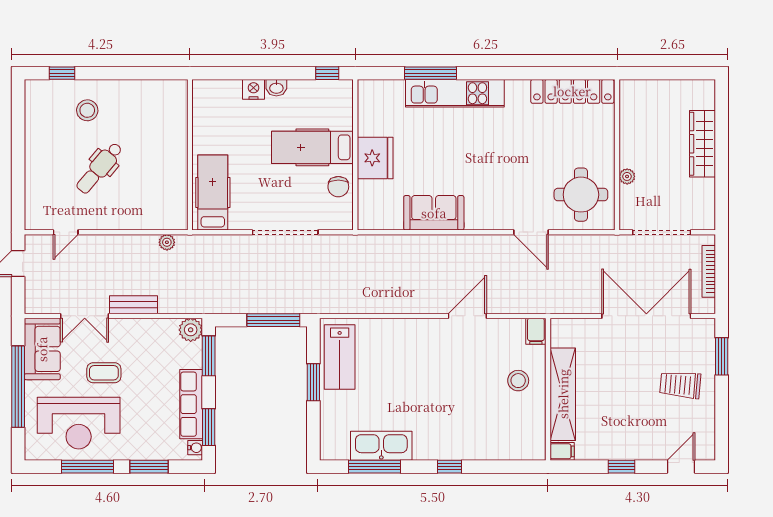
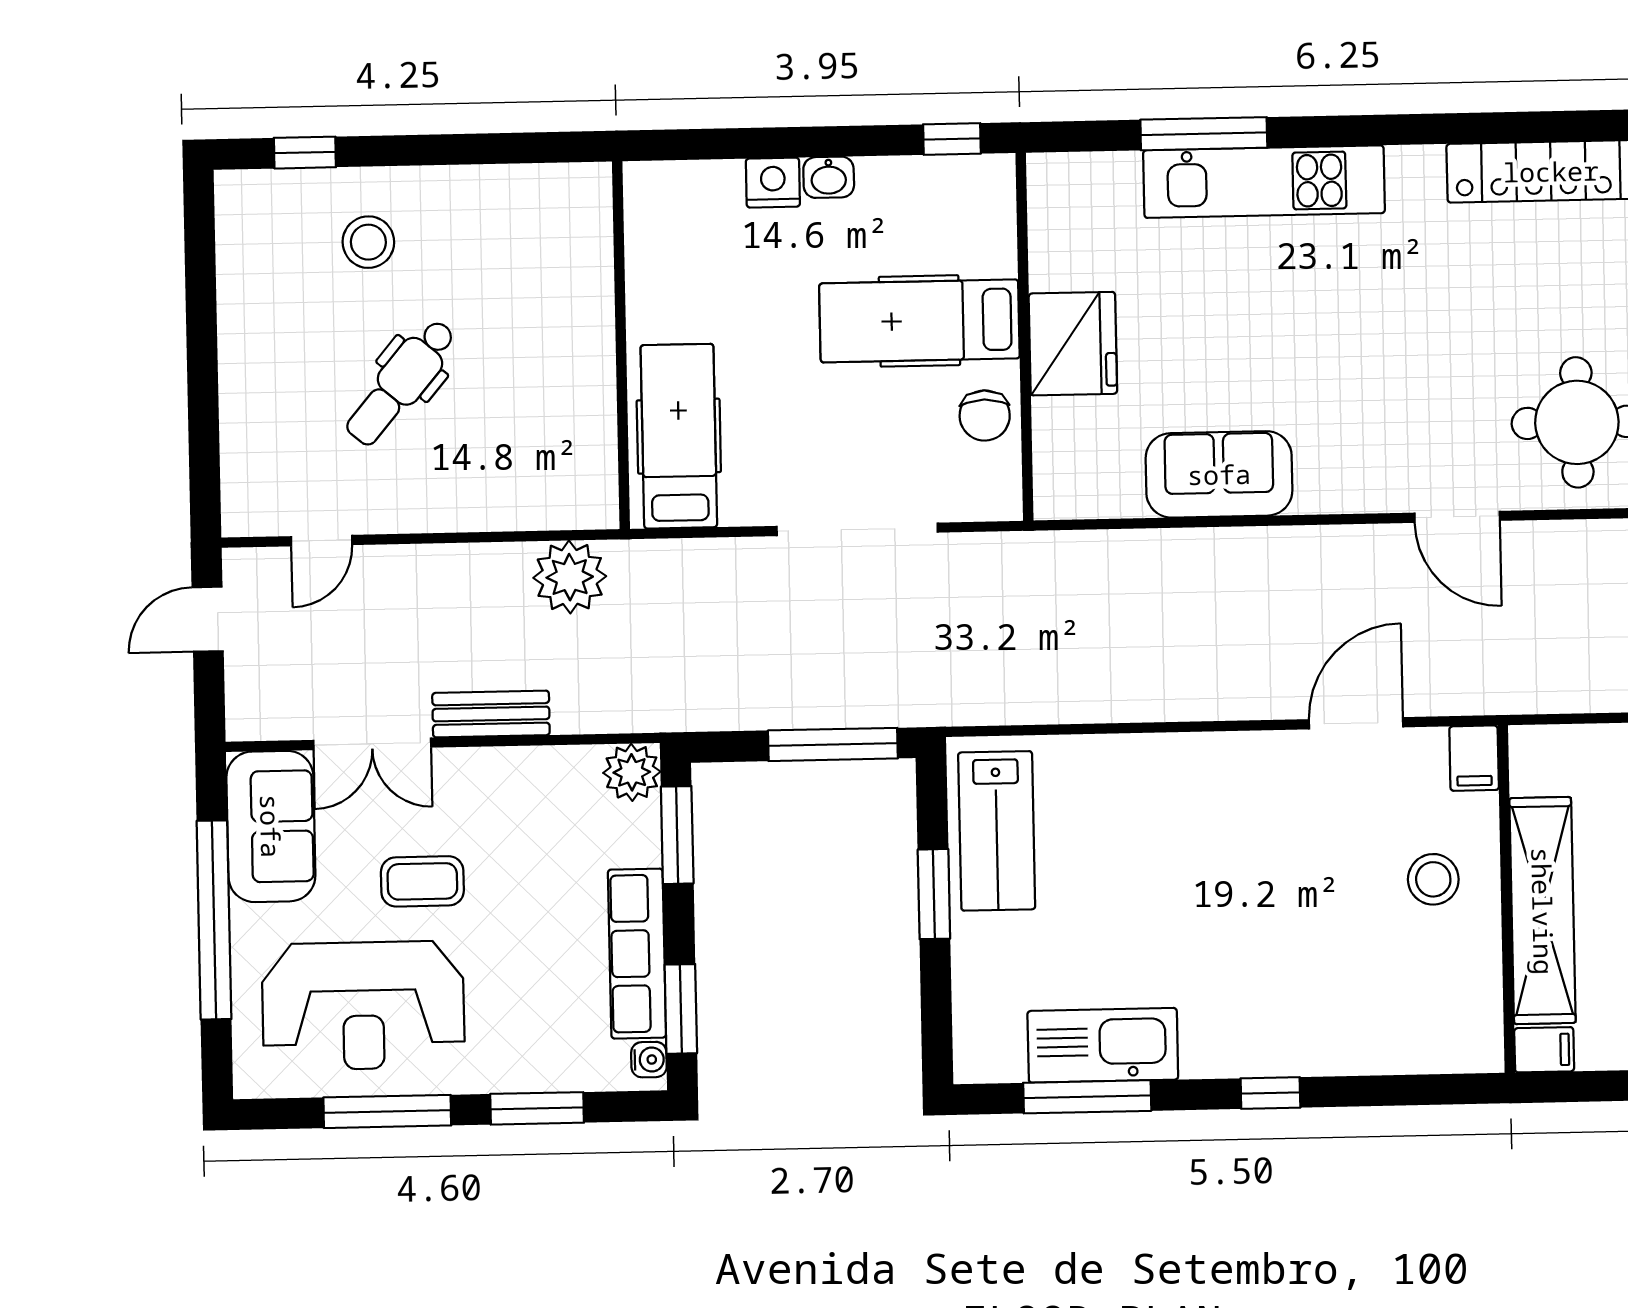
plant: (167, 242) -> (570, 577), width x1.88, depth x1.88
door: (467, 316) -> (1356, 723), moved

